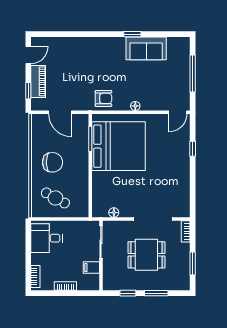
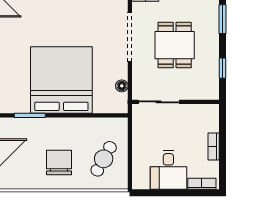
bed: (118, 146) -> (61, 80), moved
desk: (47, 238) -> (168, 170), moved
filing cabinet: (91, 268) -> (191, 114), removed
window: (156, 293) -> (222, 19), moved

